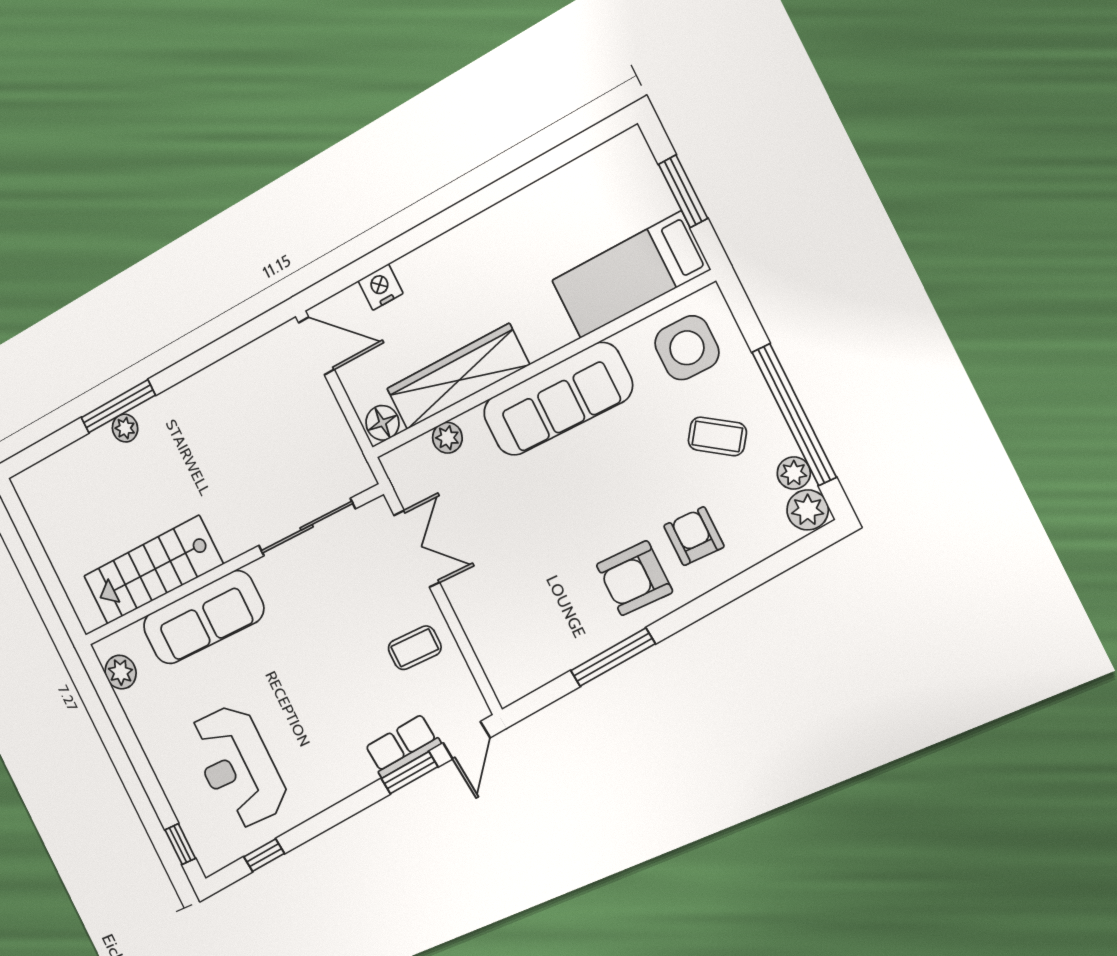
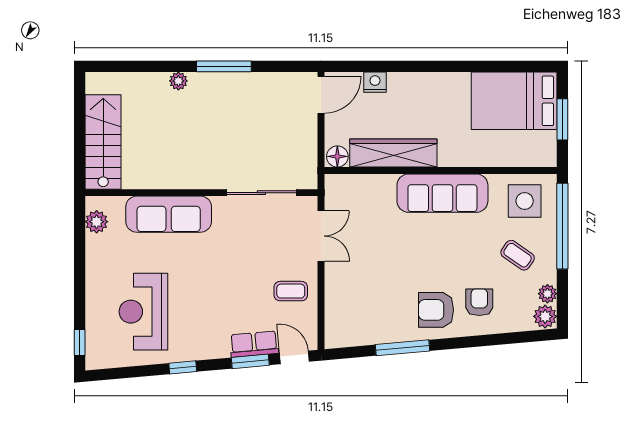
bed: (630, 275) -> (514, 101), moved, width x1.50
door: (316, 346) -> (321, 95), hinge flipped
window: (118, 406) -> (224, 66), moved
window: (794, 415) -> (562, 226), moved
plant: (447, 438) -> (371, 183), removed
stairs: (153, 570) -> (103, 142), moved, turned 90
door: (466, 740) -> (294, 357), swing flipped
window: (264, 855) -> (183, 367), moved

